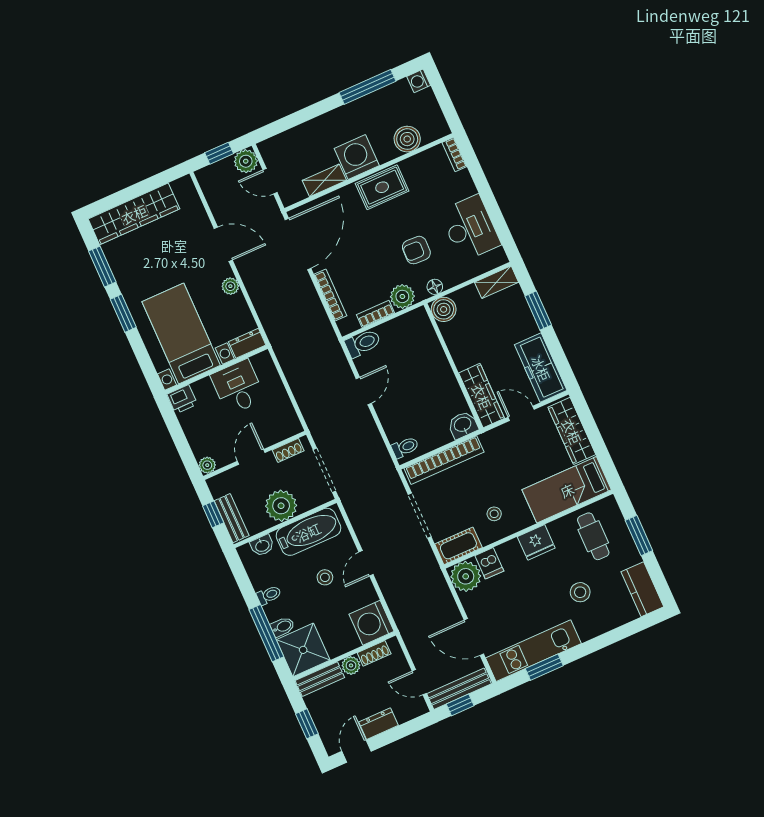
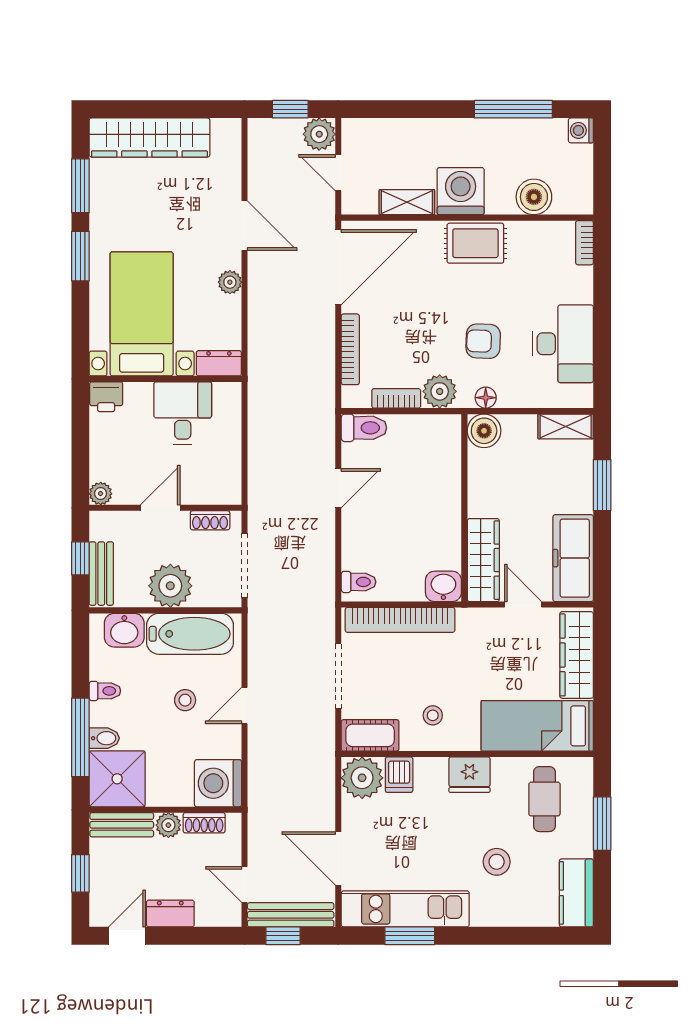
washbasin: (262, 546) -> (124, 630), width x1.38, depth x1.45

